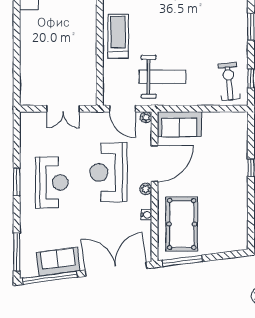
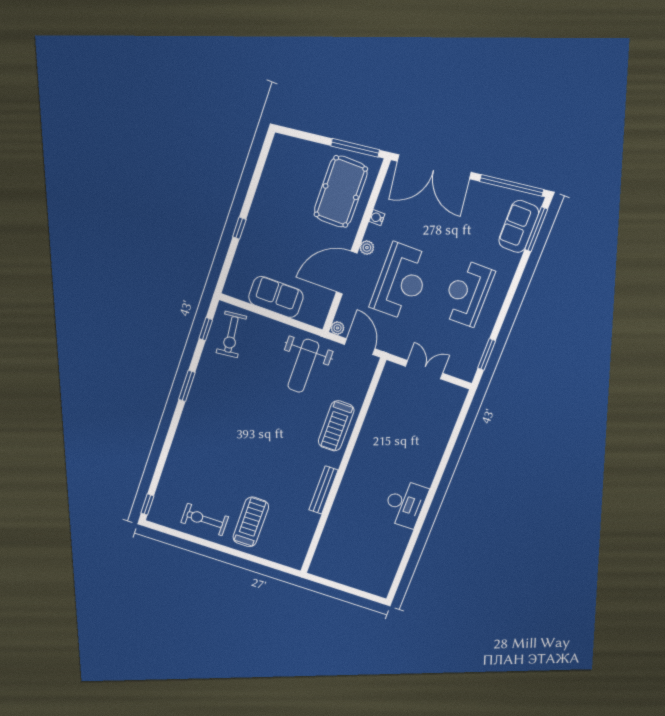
weight bench: (162, 77) -> (303, 366), turned -90
sofa: (179, 124) -> (276, 297), moved
window: (17, 182) -> (487, 354), moved
sofa: (58, 262) -> (519, 226), moved, turned 97

